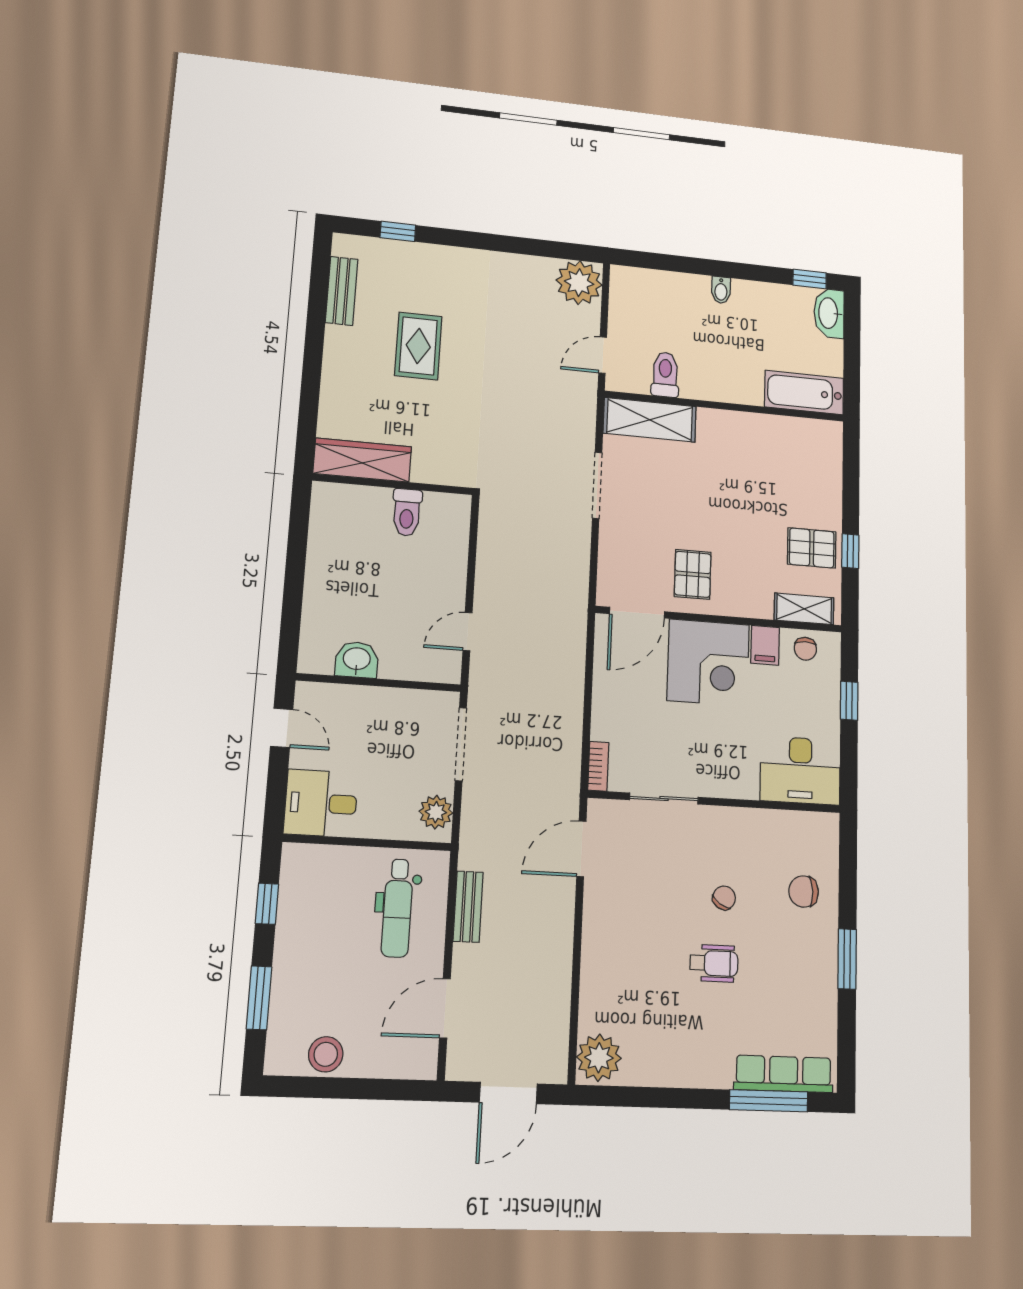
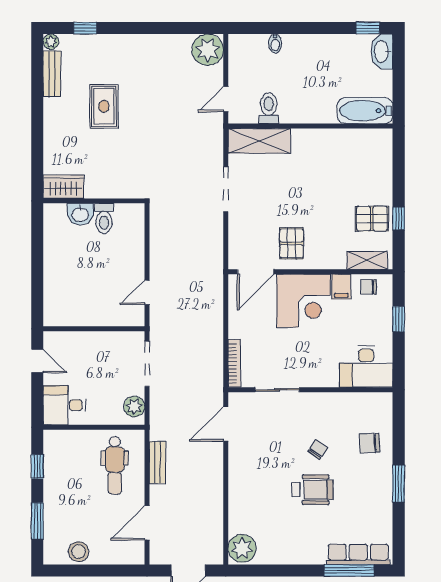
plant: (344, 245) -> (51, 42), added
bidet: (721, 290) -> (275, 44), moved
wardrobe: (362, 460) -> (63, 187), width x0.67
chair: (805, 649) -> (368, 287), turned 90
washbasin: (357, 660) -> (80, 214), moved, turned 180
bookcase: (598, 766) -> (234, 363), width x1.56
wheelchair: (714, 963) -> (312, 490), width x1.36, depth x1.37

